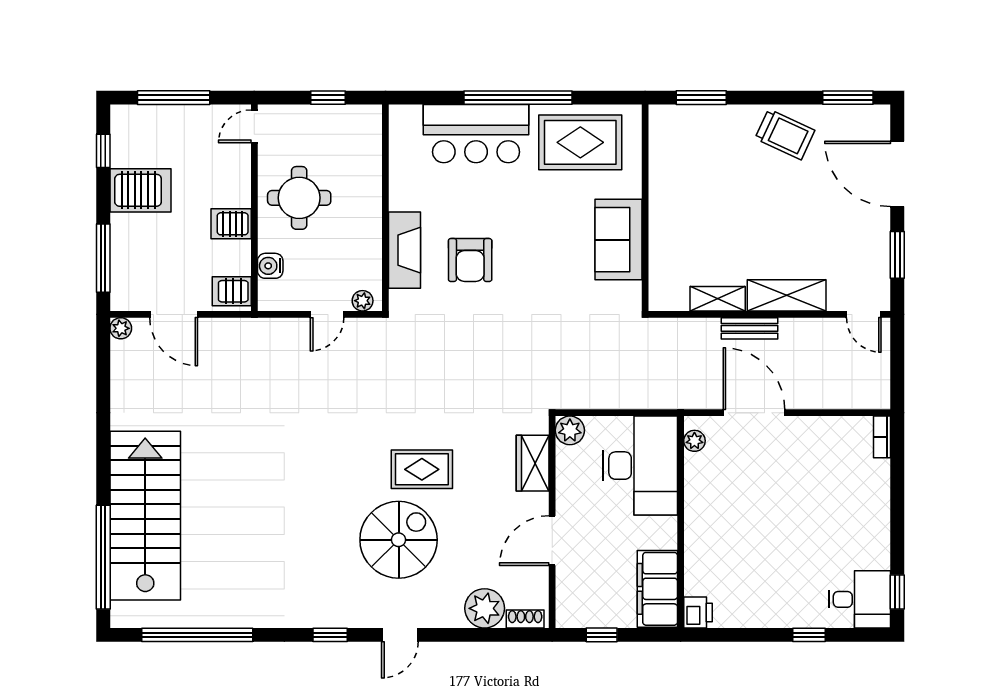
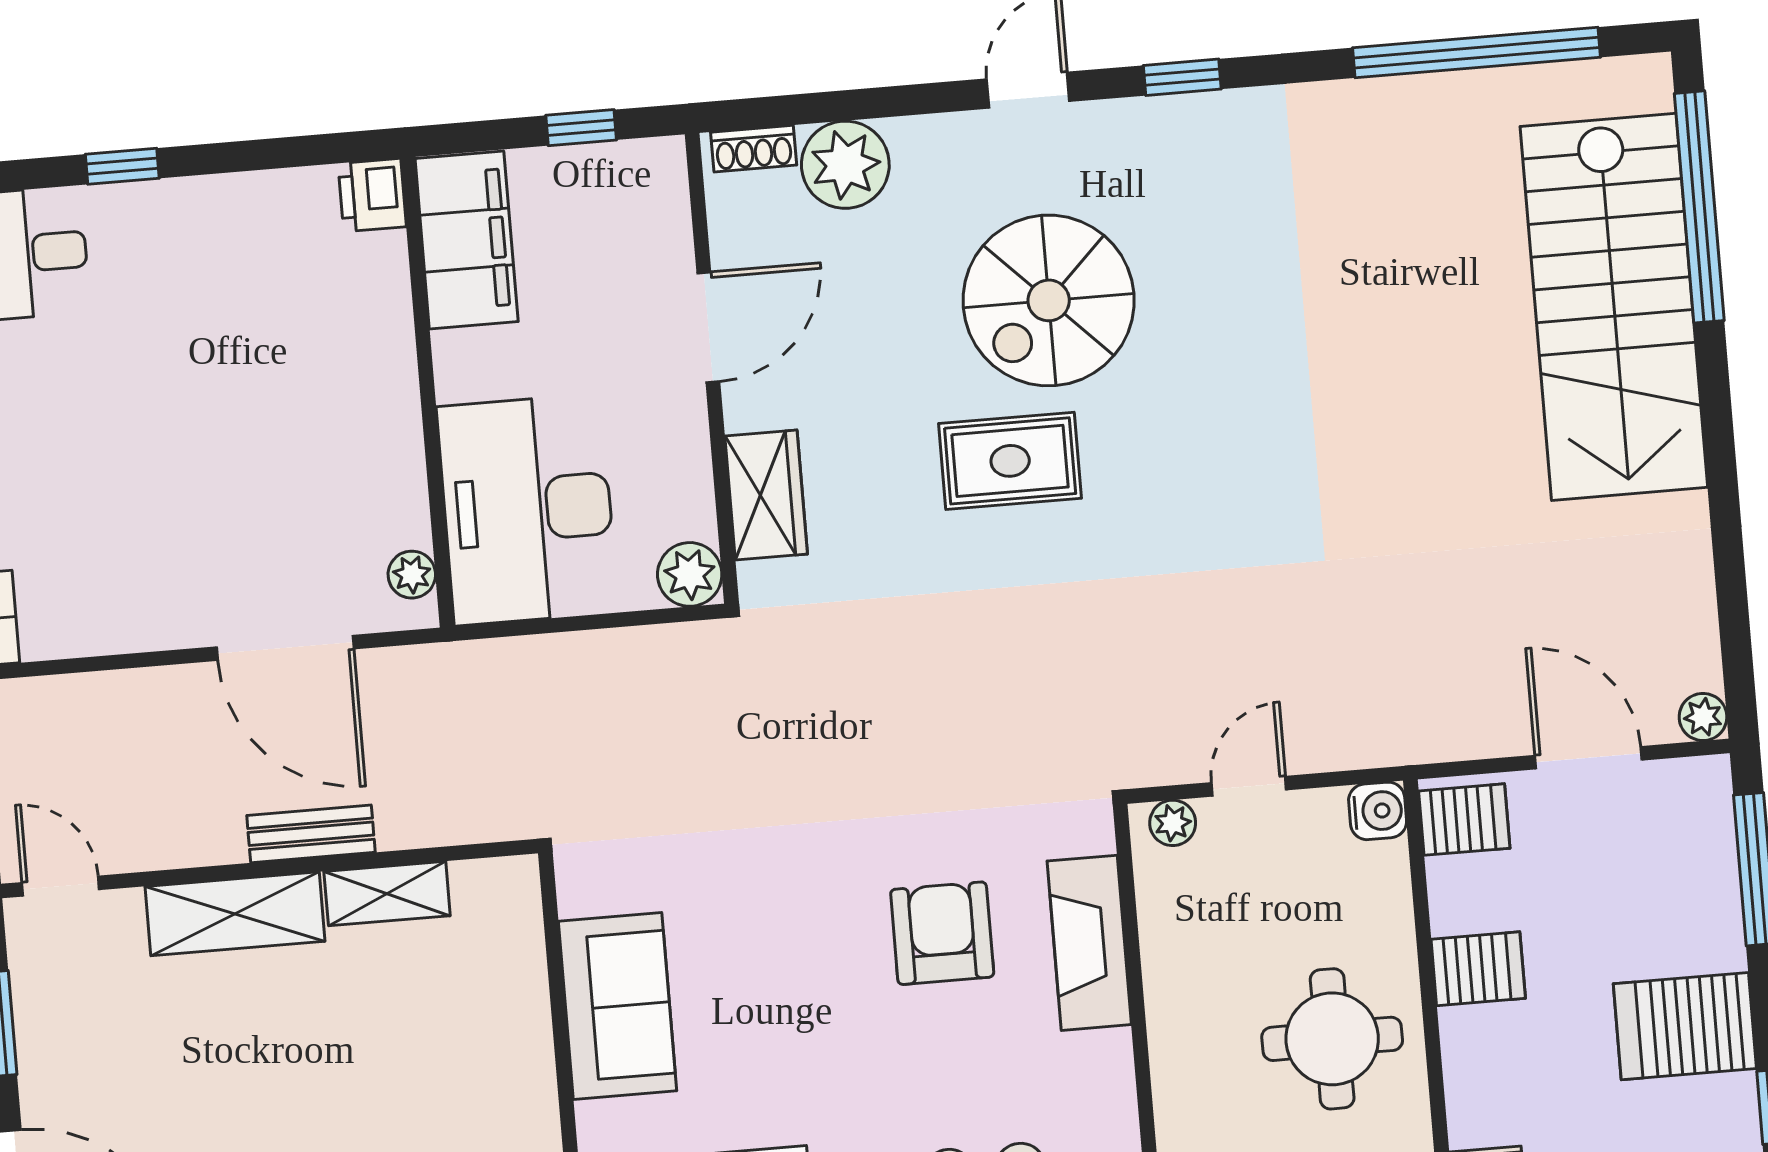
water cooler: (270, 266) -> (1378, 811), moved

